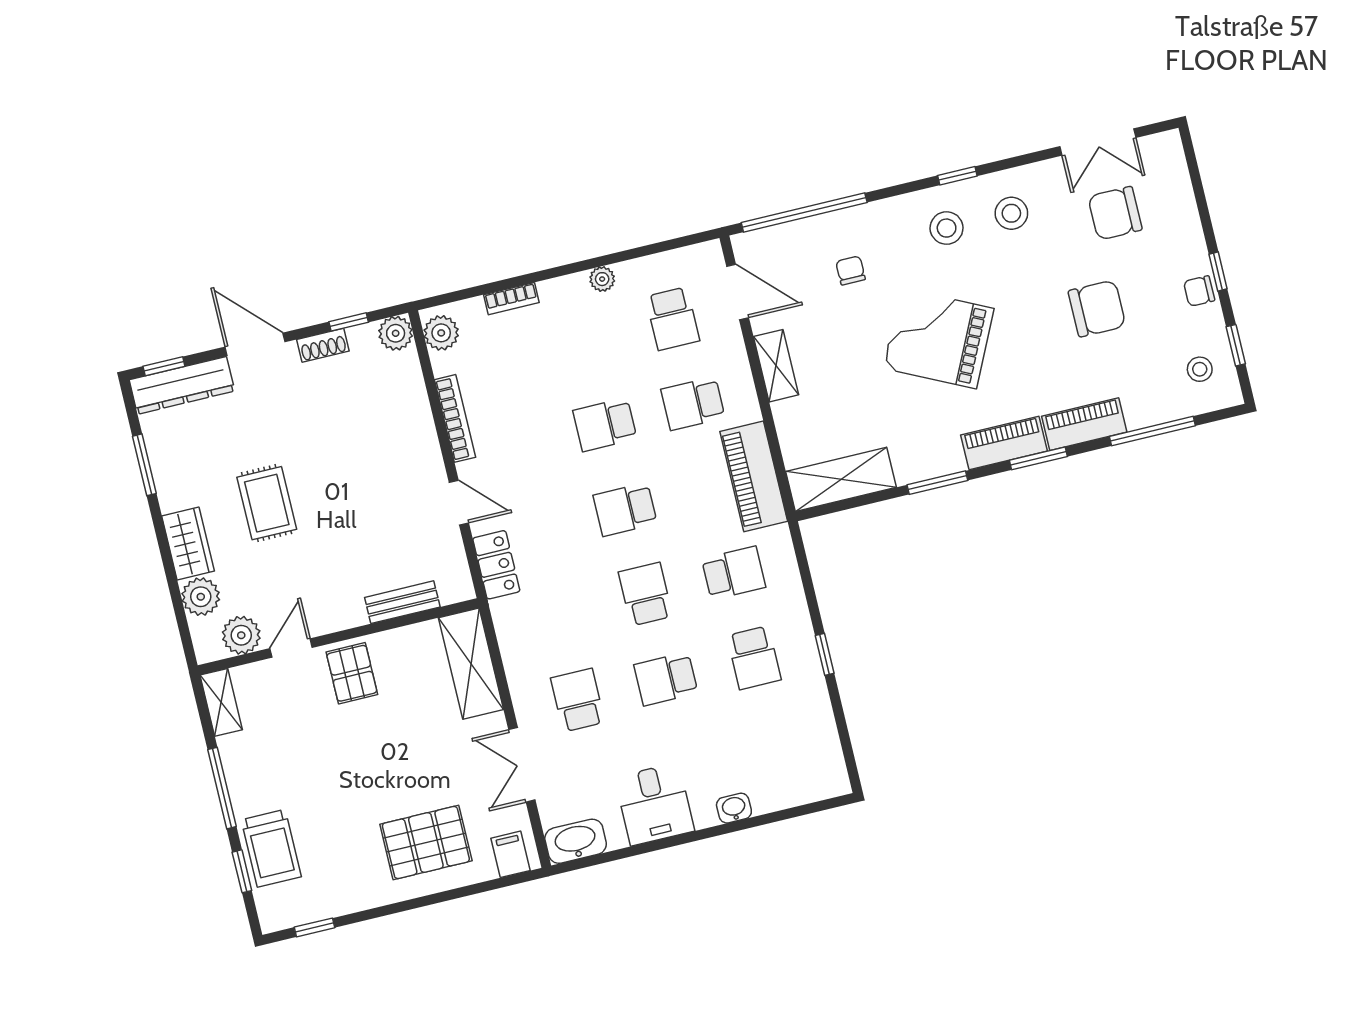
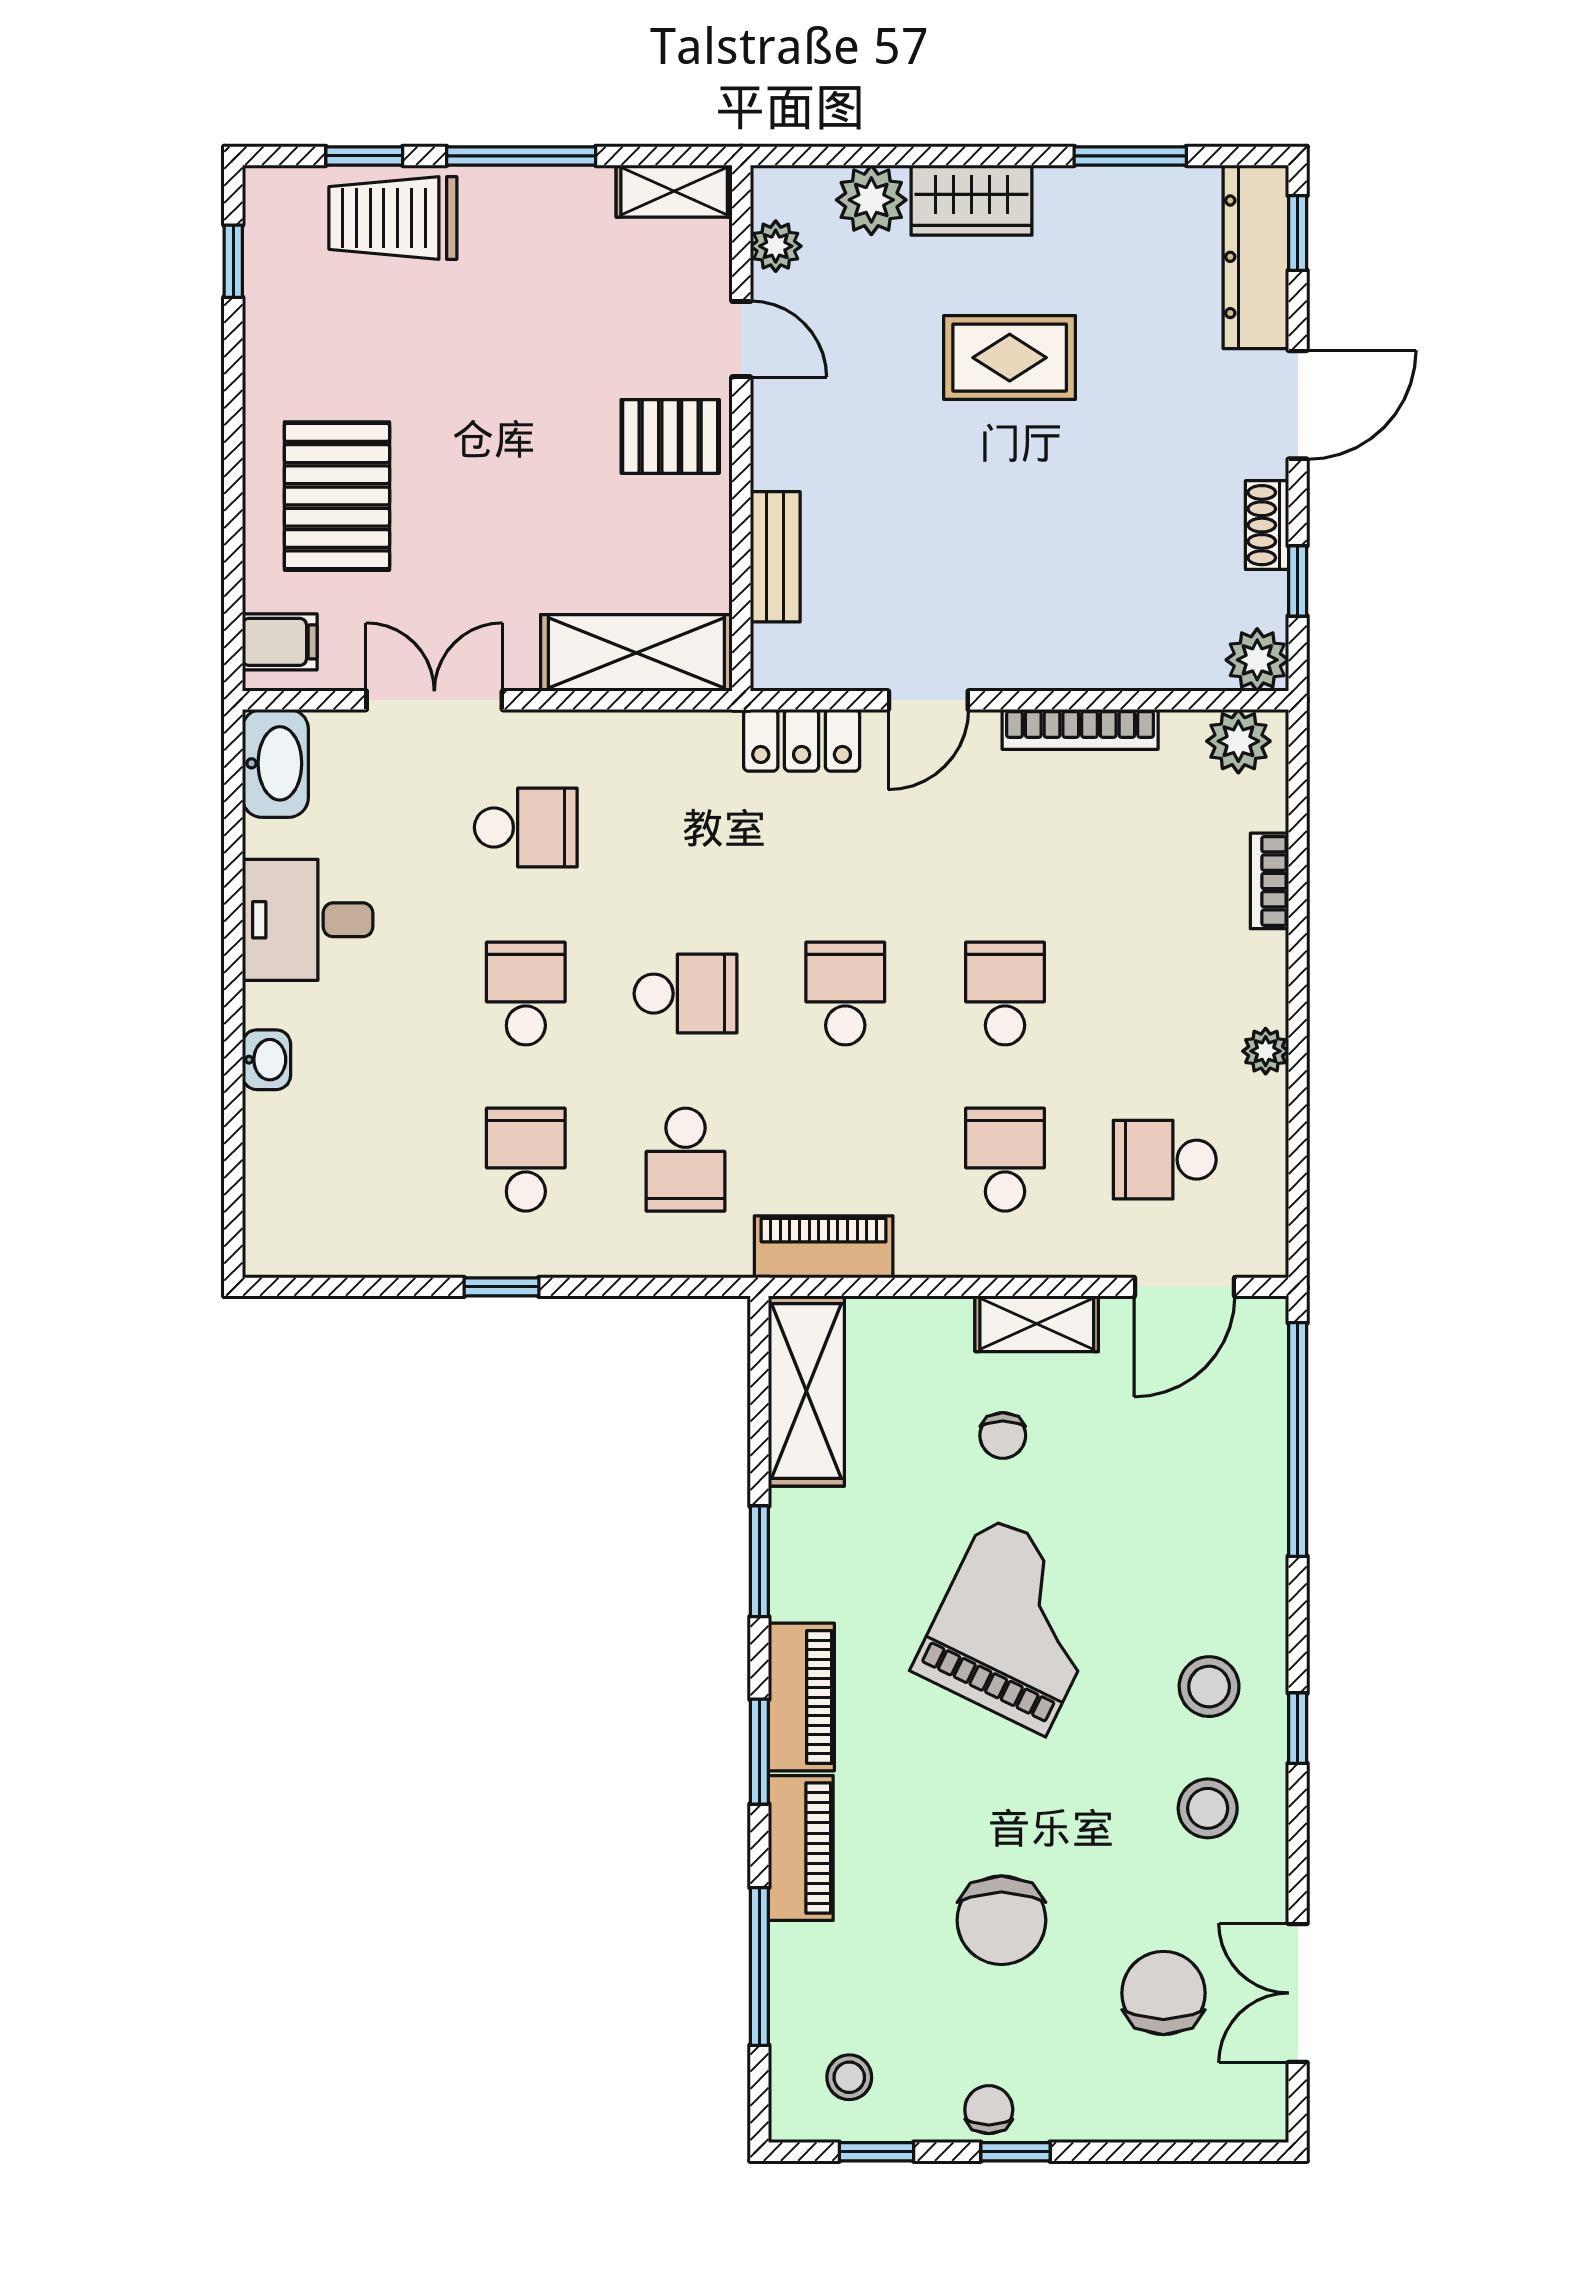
chair: (851, 270) -> (1003, 1436), moved, turned 90
piano: (754, 476) -> (824, 1247), width x0.73, depth x0.75
plant: (241, 635) -> (776, 246), width x0.73, depth x0.73
school desk: (754, 658) -> (526, 1160), turned 90

